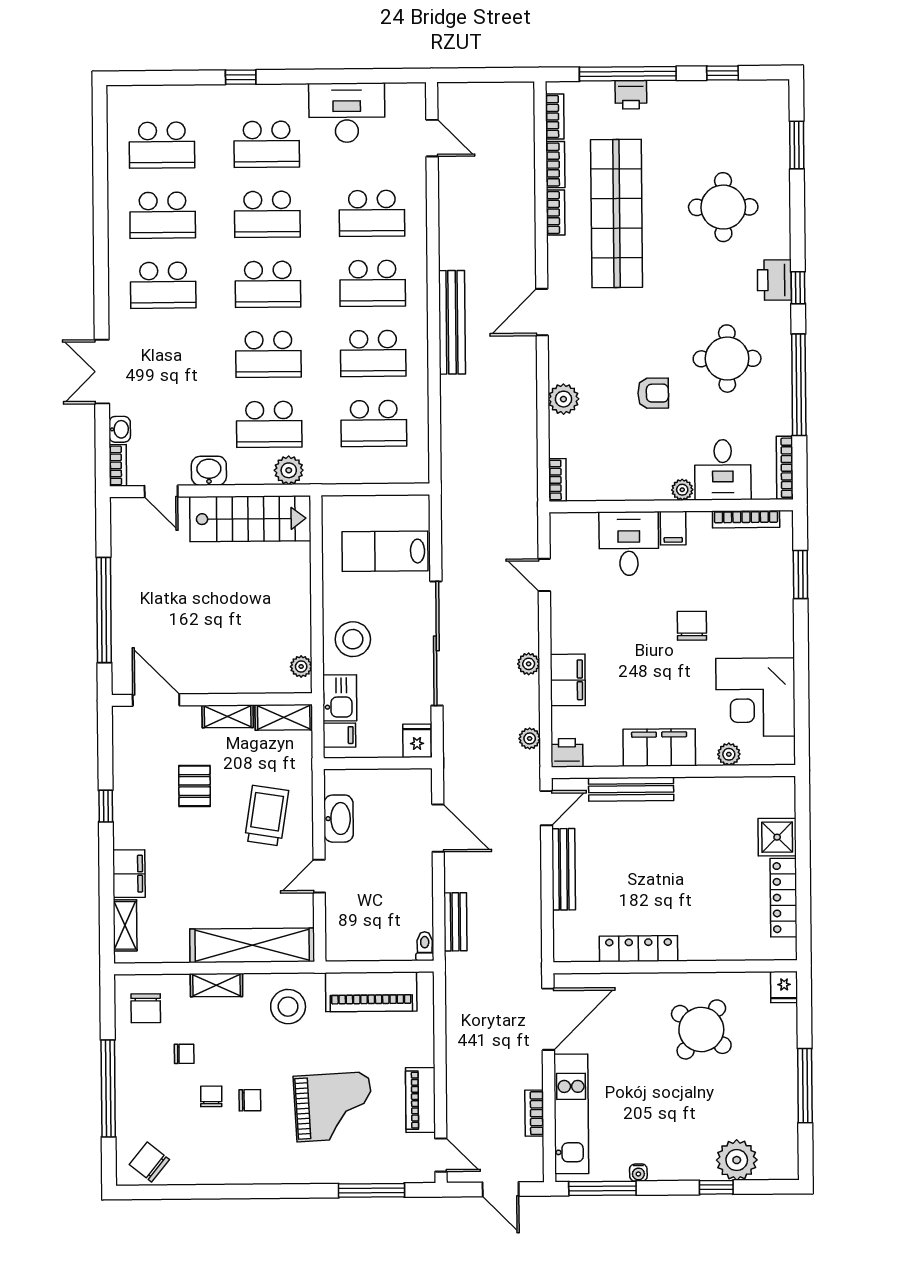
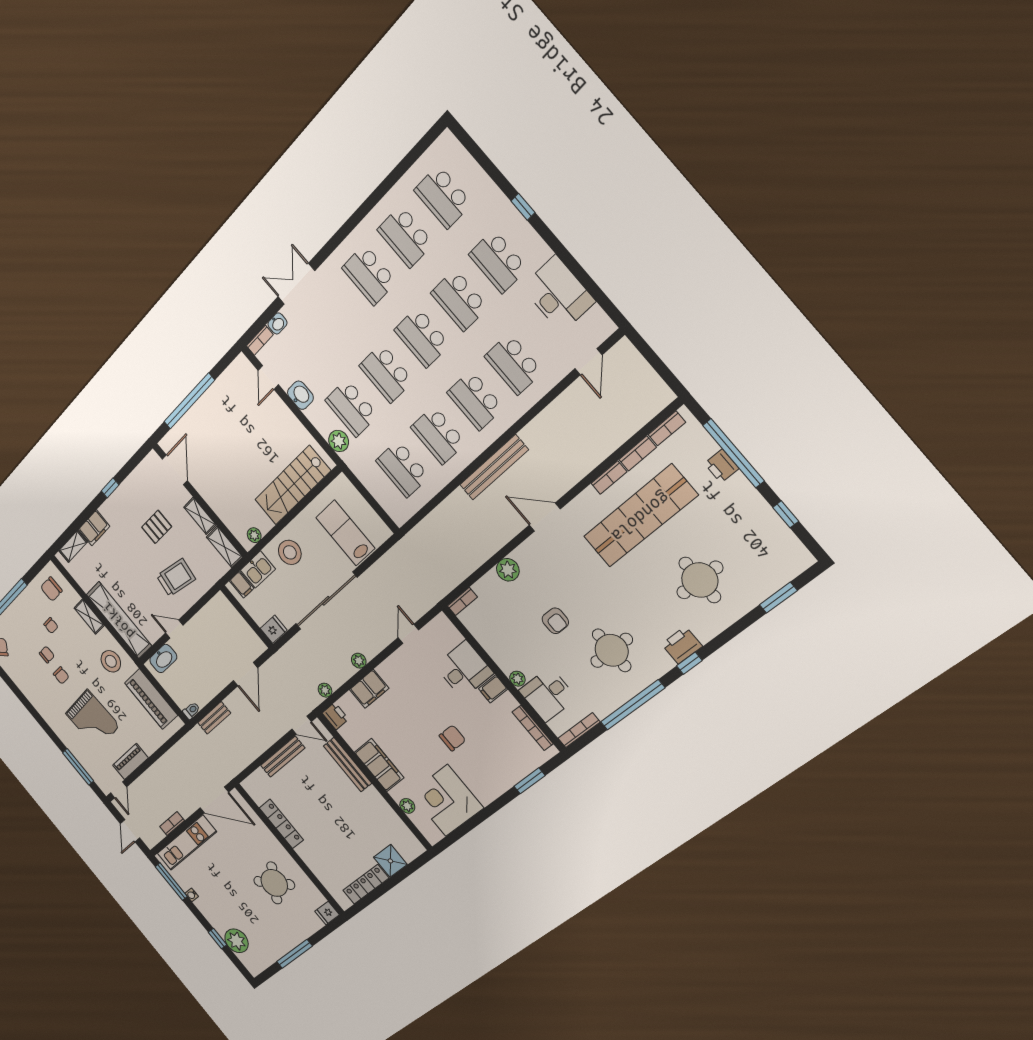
stairs: (250, 519) -> (292, 485), moved, turned 90
washbasin: (339, 819) -> (163, 658), moved

